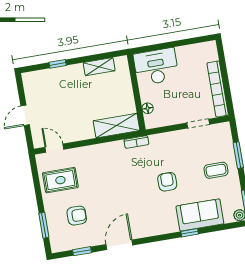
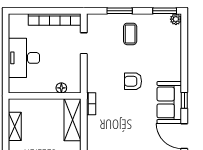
desk: (156, 67) -> (24, 58), moved
sofa: (200, 215) -> (169, 102), moved
window: (190, 233) -> (184, 100), moved

